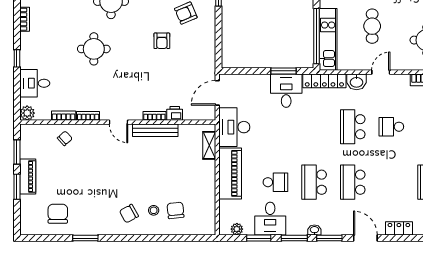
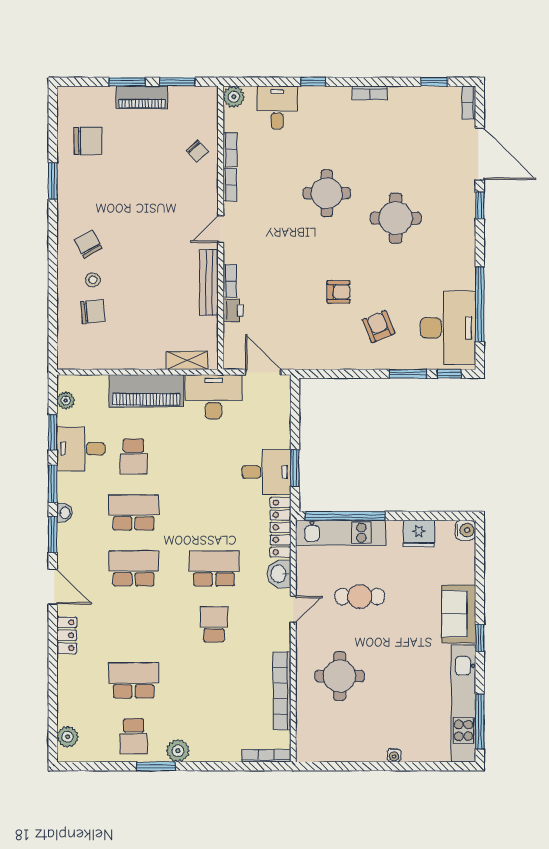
armchair: (162, 41) -> (339, 292), turned 180
door: (381, 72) -> (293, 609), hinge flipped
door: (365, 238) -> (53, 587), hinge flipped

